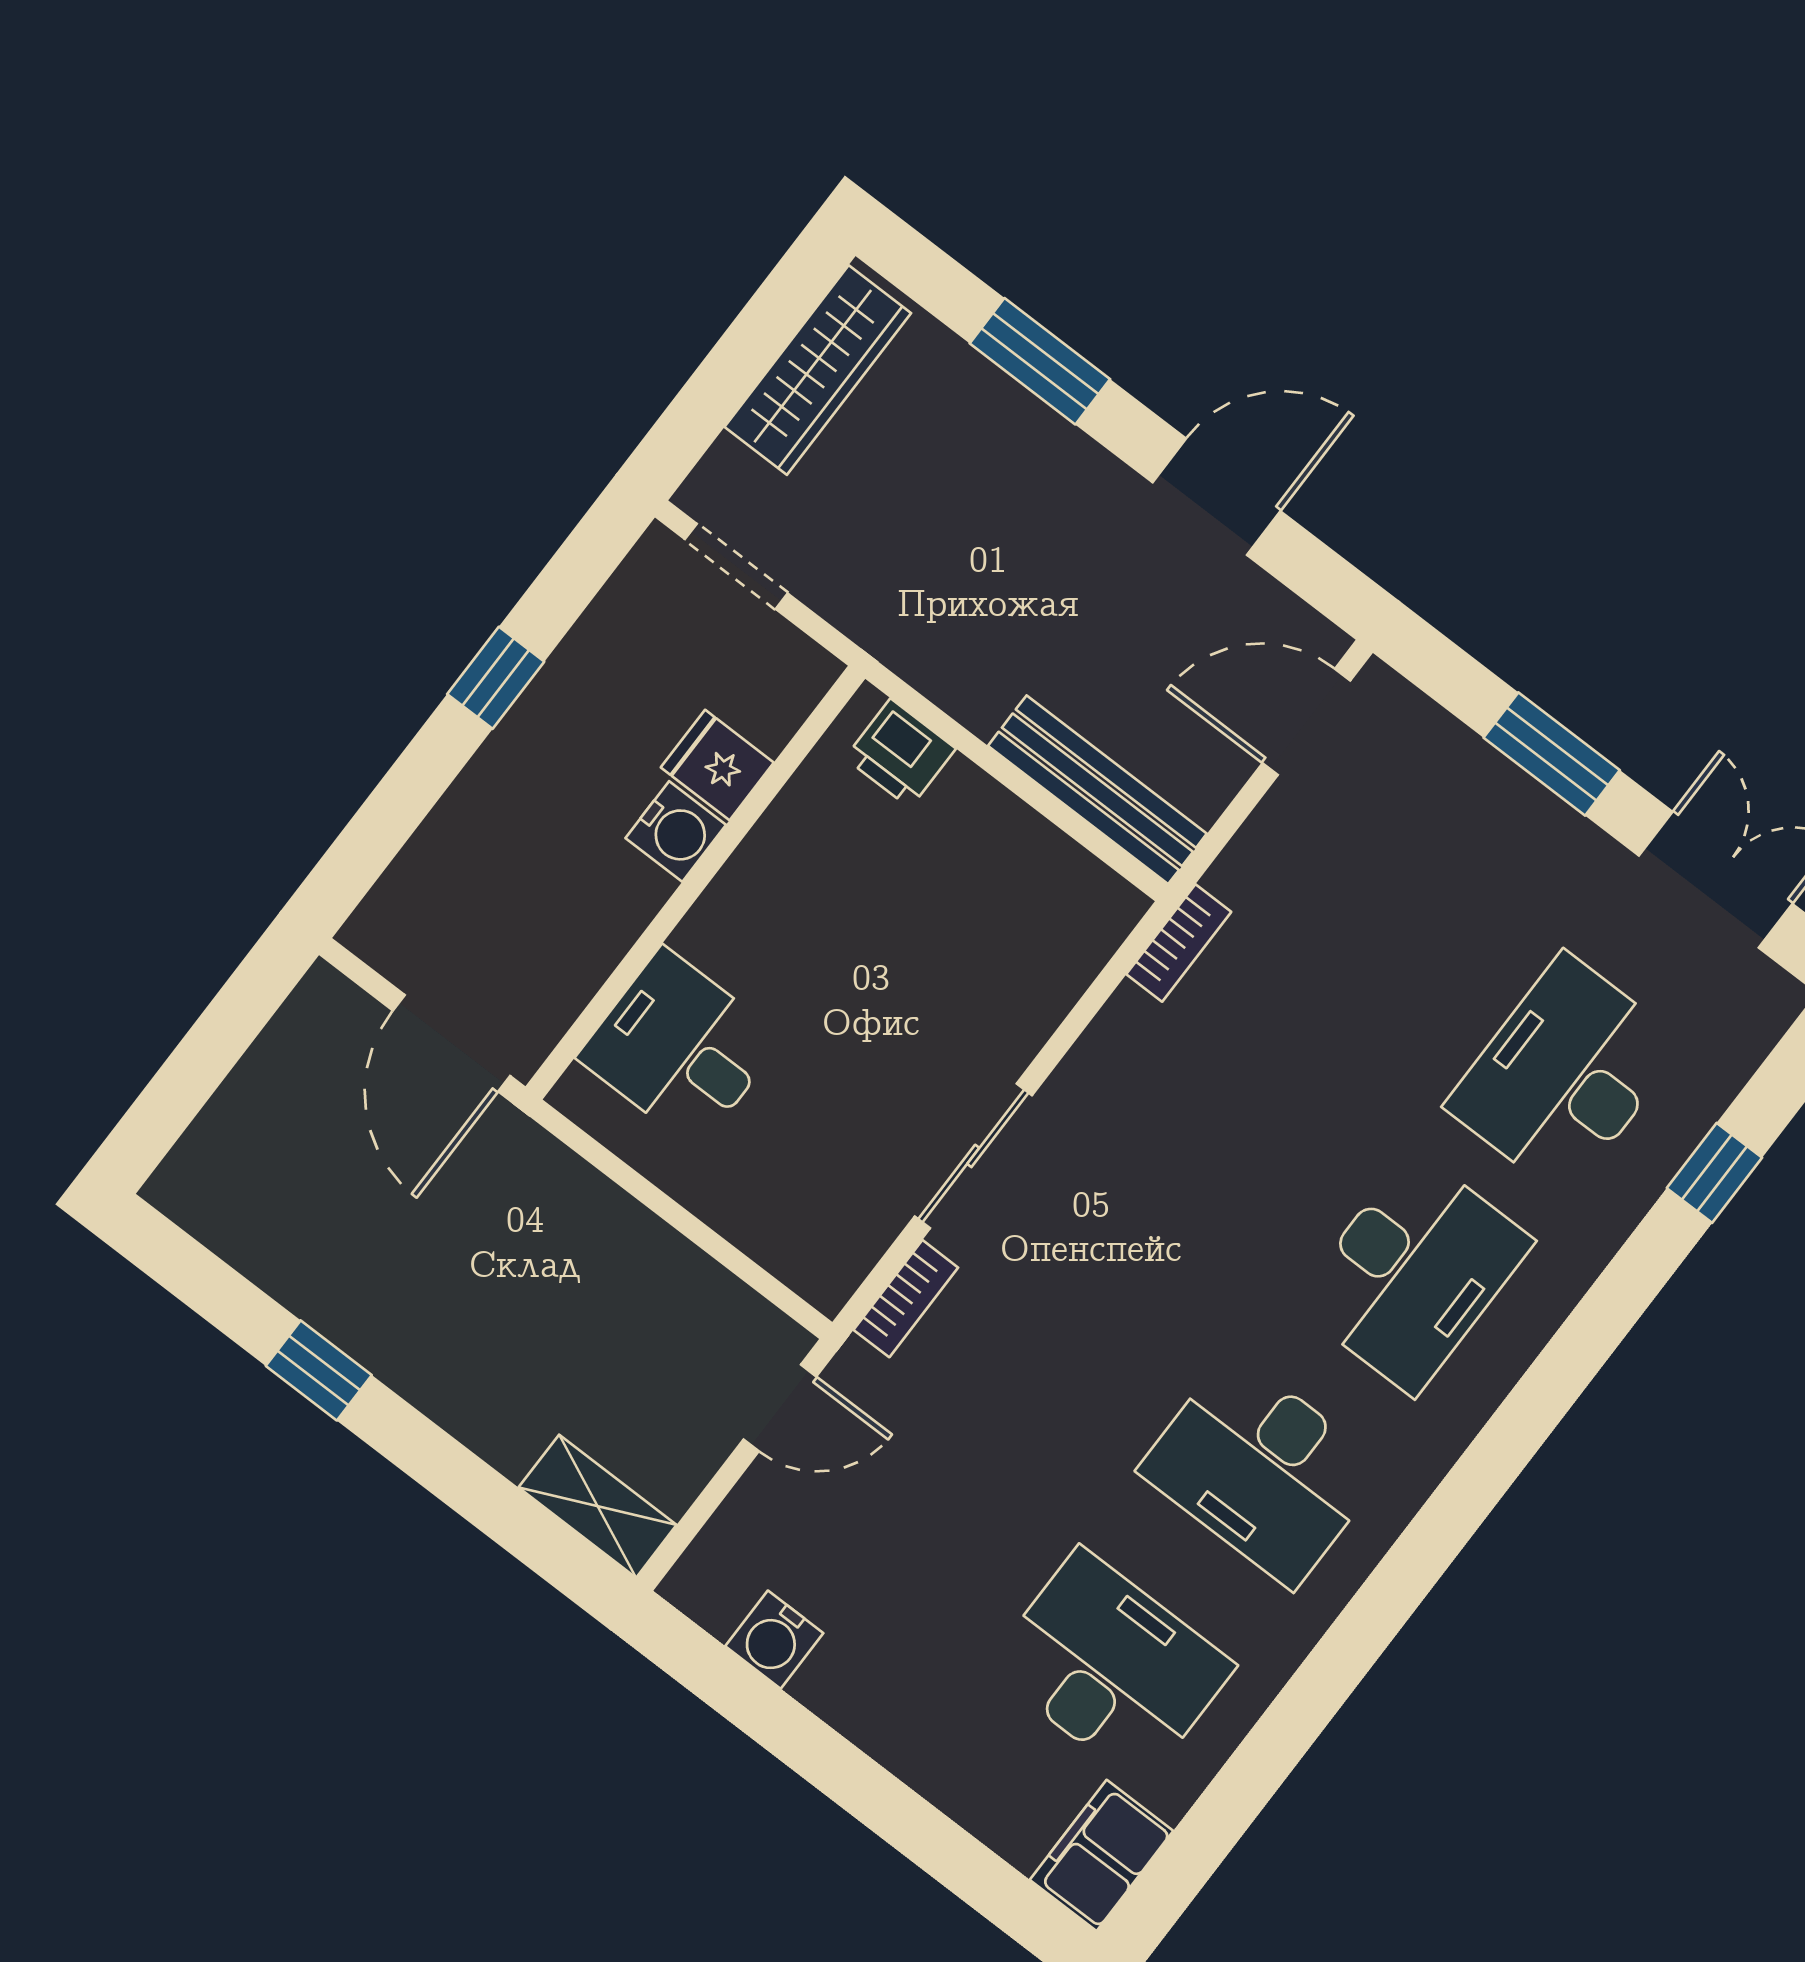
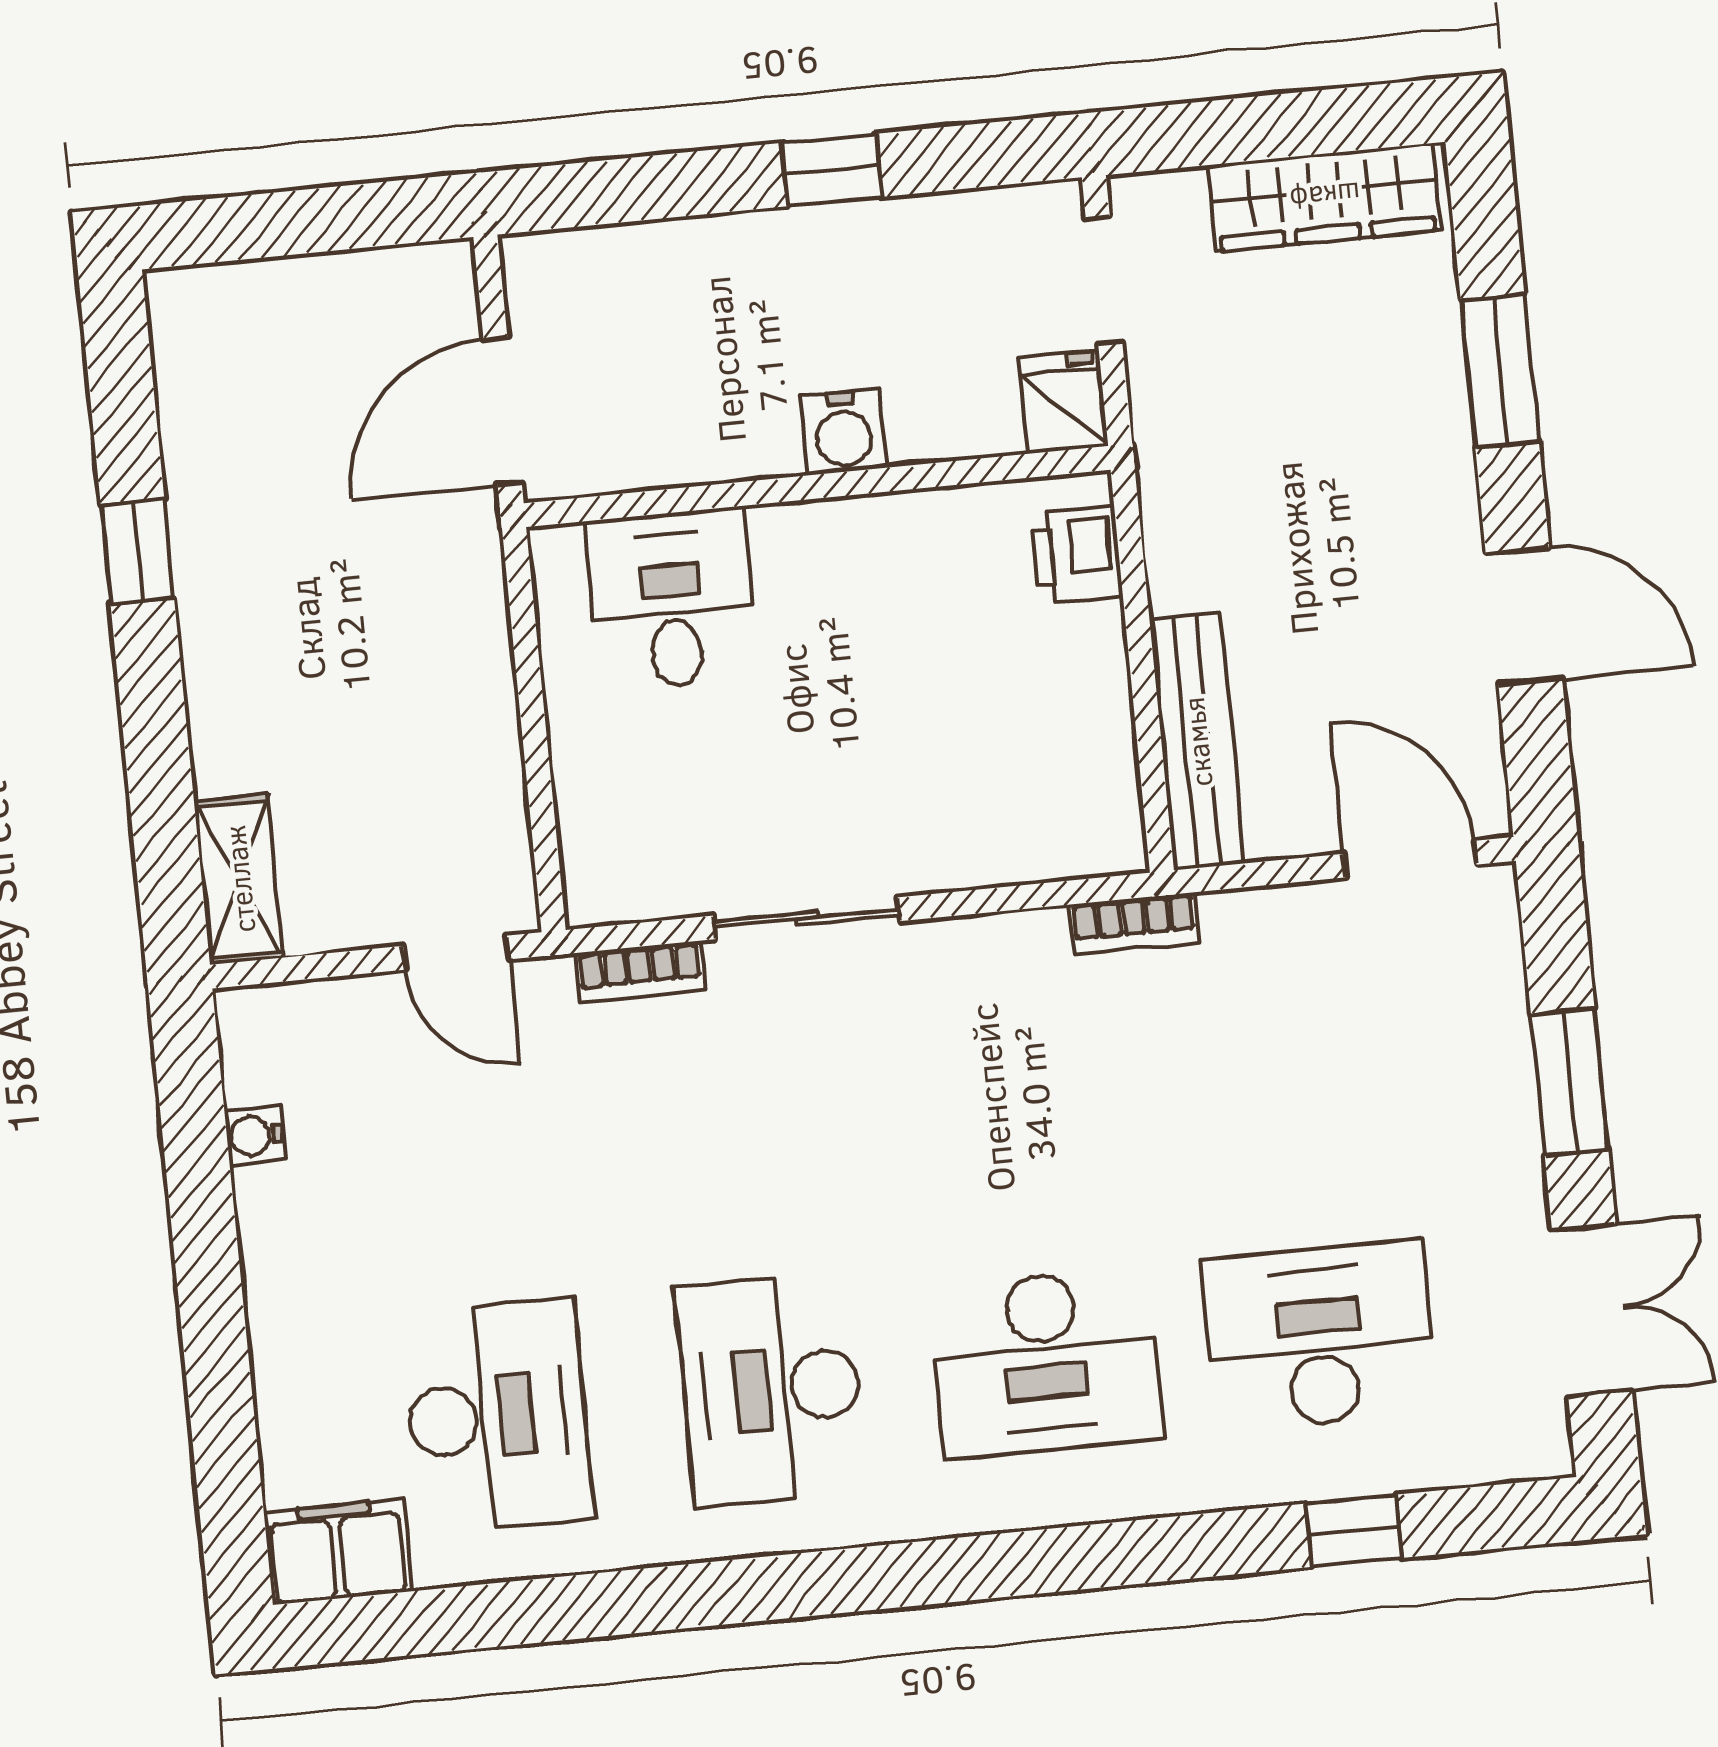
fridge: (717, 765) -> (1064, 402), moved
water cooler: (774, 1640) -> (255, 1135), width x0.72, depth x0.72

